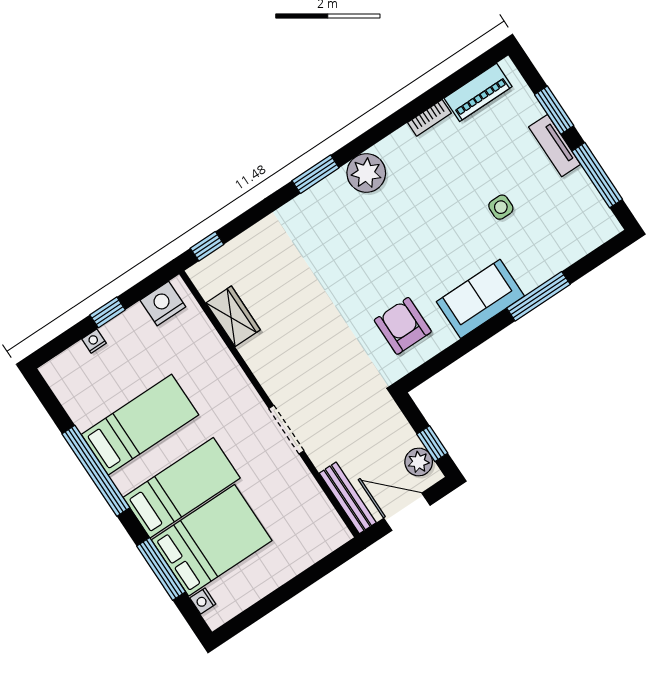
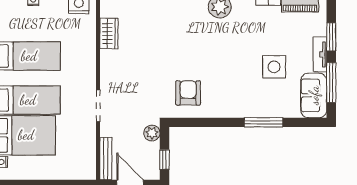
side table: (501, 207) -> (274, 67), width x1.87, depth x1.87
sofa: (480, 299) -> (314, 95), moved, turned -90
plant: (419, 462) -> (152, 133), moved

